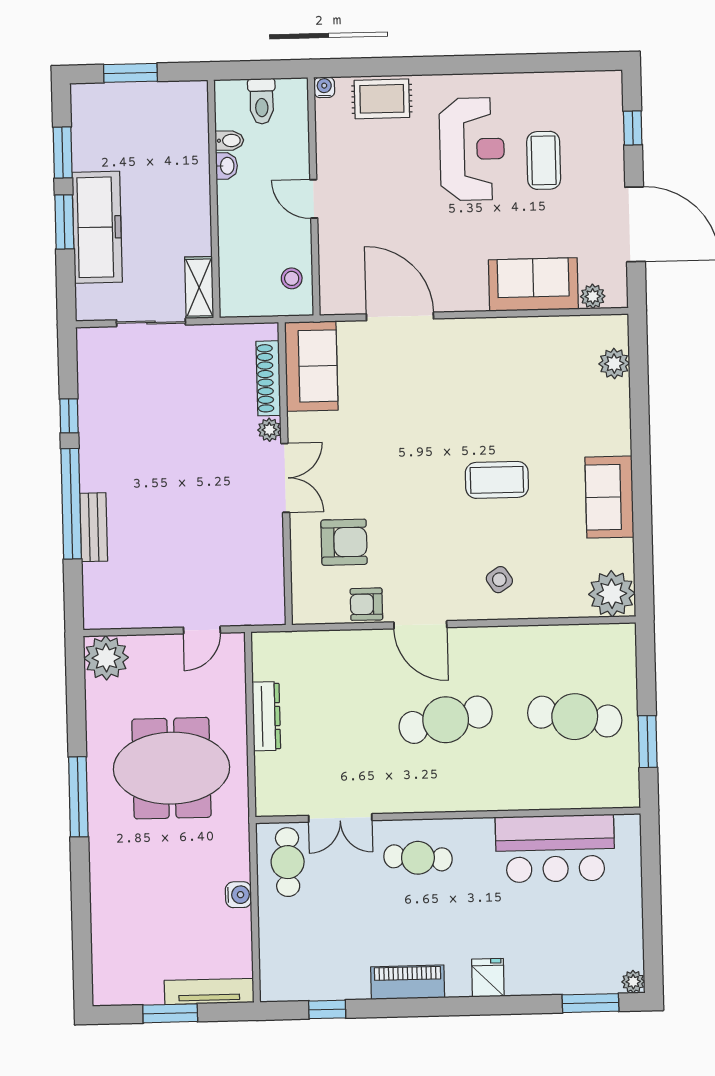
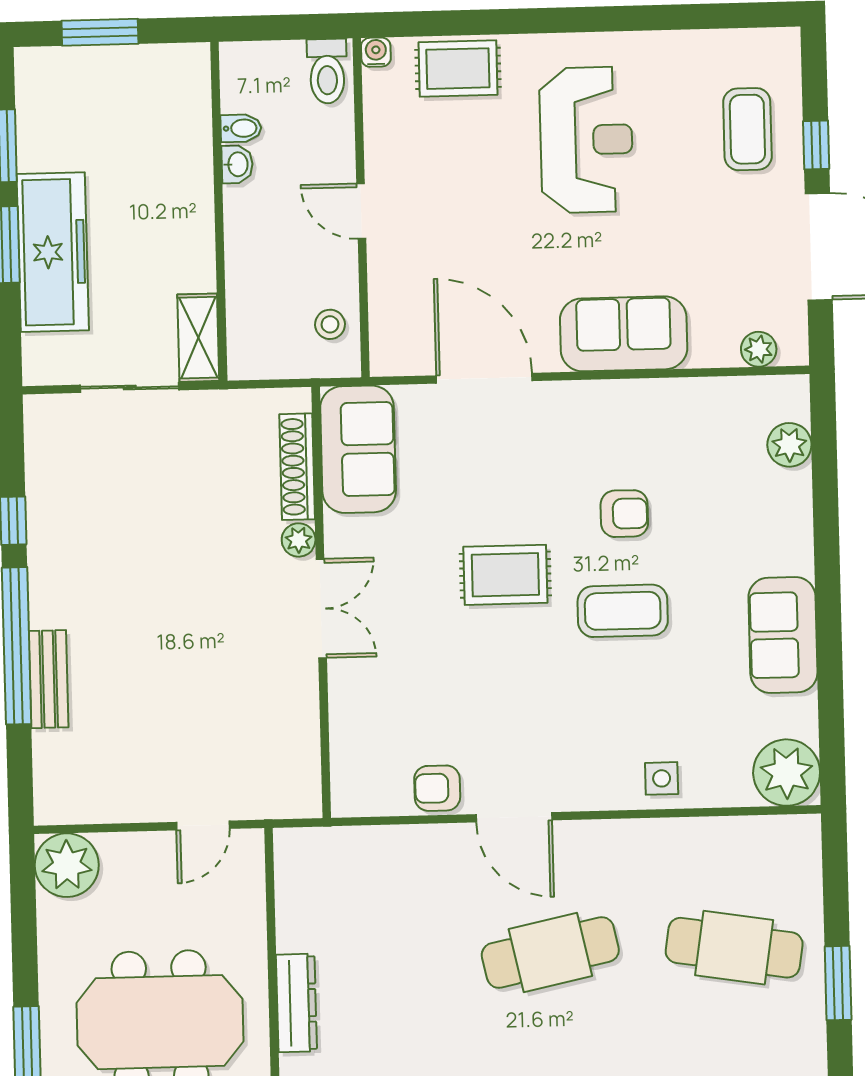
toilet: (262, 101) -> (327, 71), moved
window: (633, 128) -> (816, 145), moved
coffee table: (544, 160) -> (747, 129), moved
sofa: (533, 284) -> (624, 334), moved
rug: (415, 454) -> (505, 575), added
armchair: (344, 542) -> (624, 514), moved, width x0.72, depth x0.72
side table: (499, 580) -> (662, 778), moved, turned 34
dresser: (266, 716) -> (296, 1003), moved

